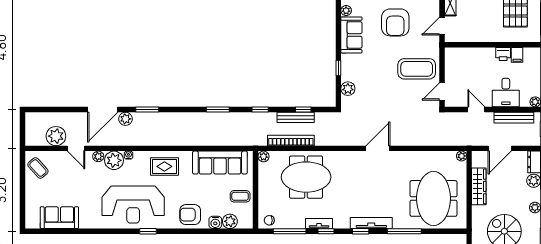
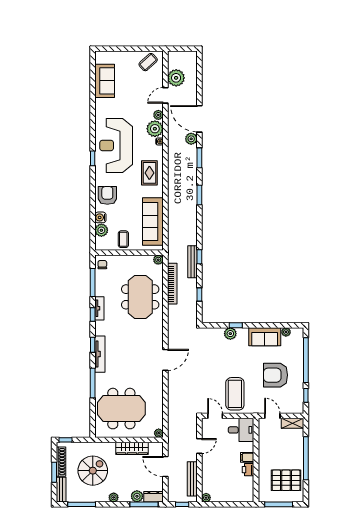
filing cabinet: (517, 55) -> (247, 457), moved
plant: (348, 89) -> (230, 334), moved
desk: (506, 93) -> (241, 430), moved, turned 180
window: (218, 110) -> (199, 195), moved
bench: (296, 117) -> (193, 262), moved
door: (378, 148) -> (165, 360), hinge flipped

